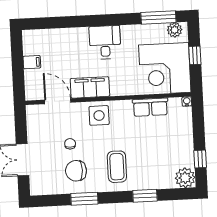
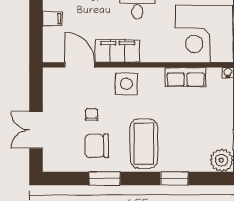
coffee table: (117, 167) -> (144, 144), width x1.36, depth x1.32

